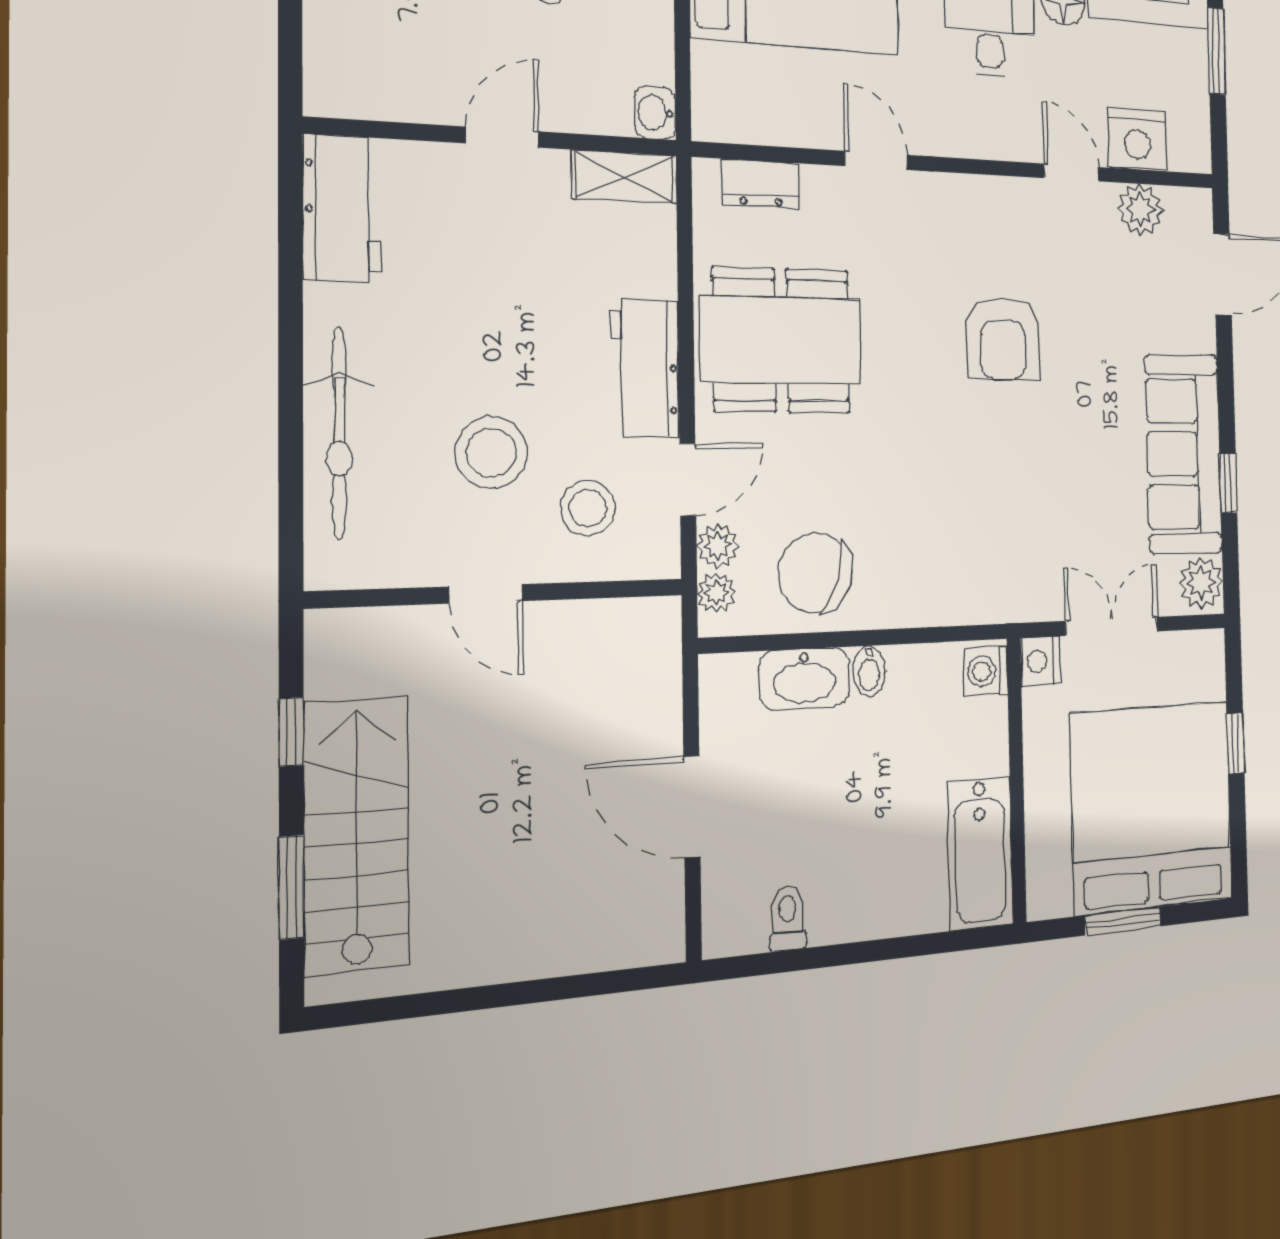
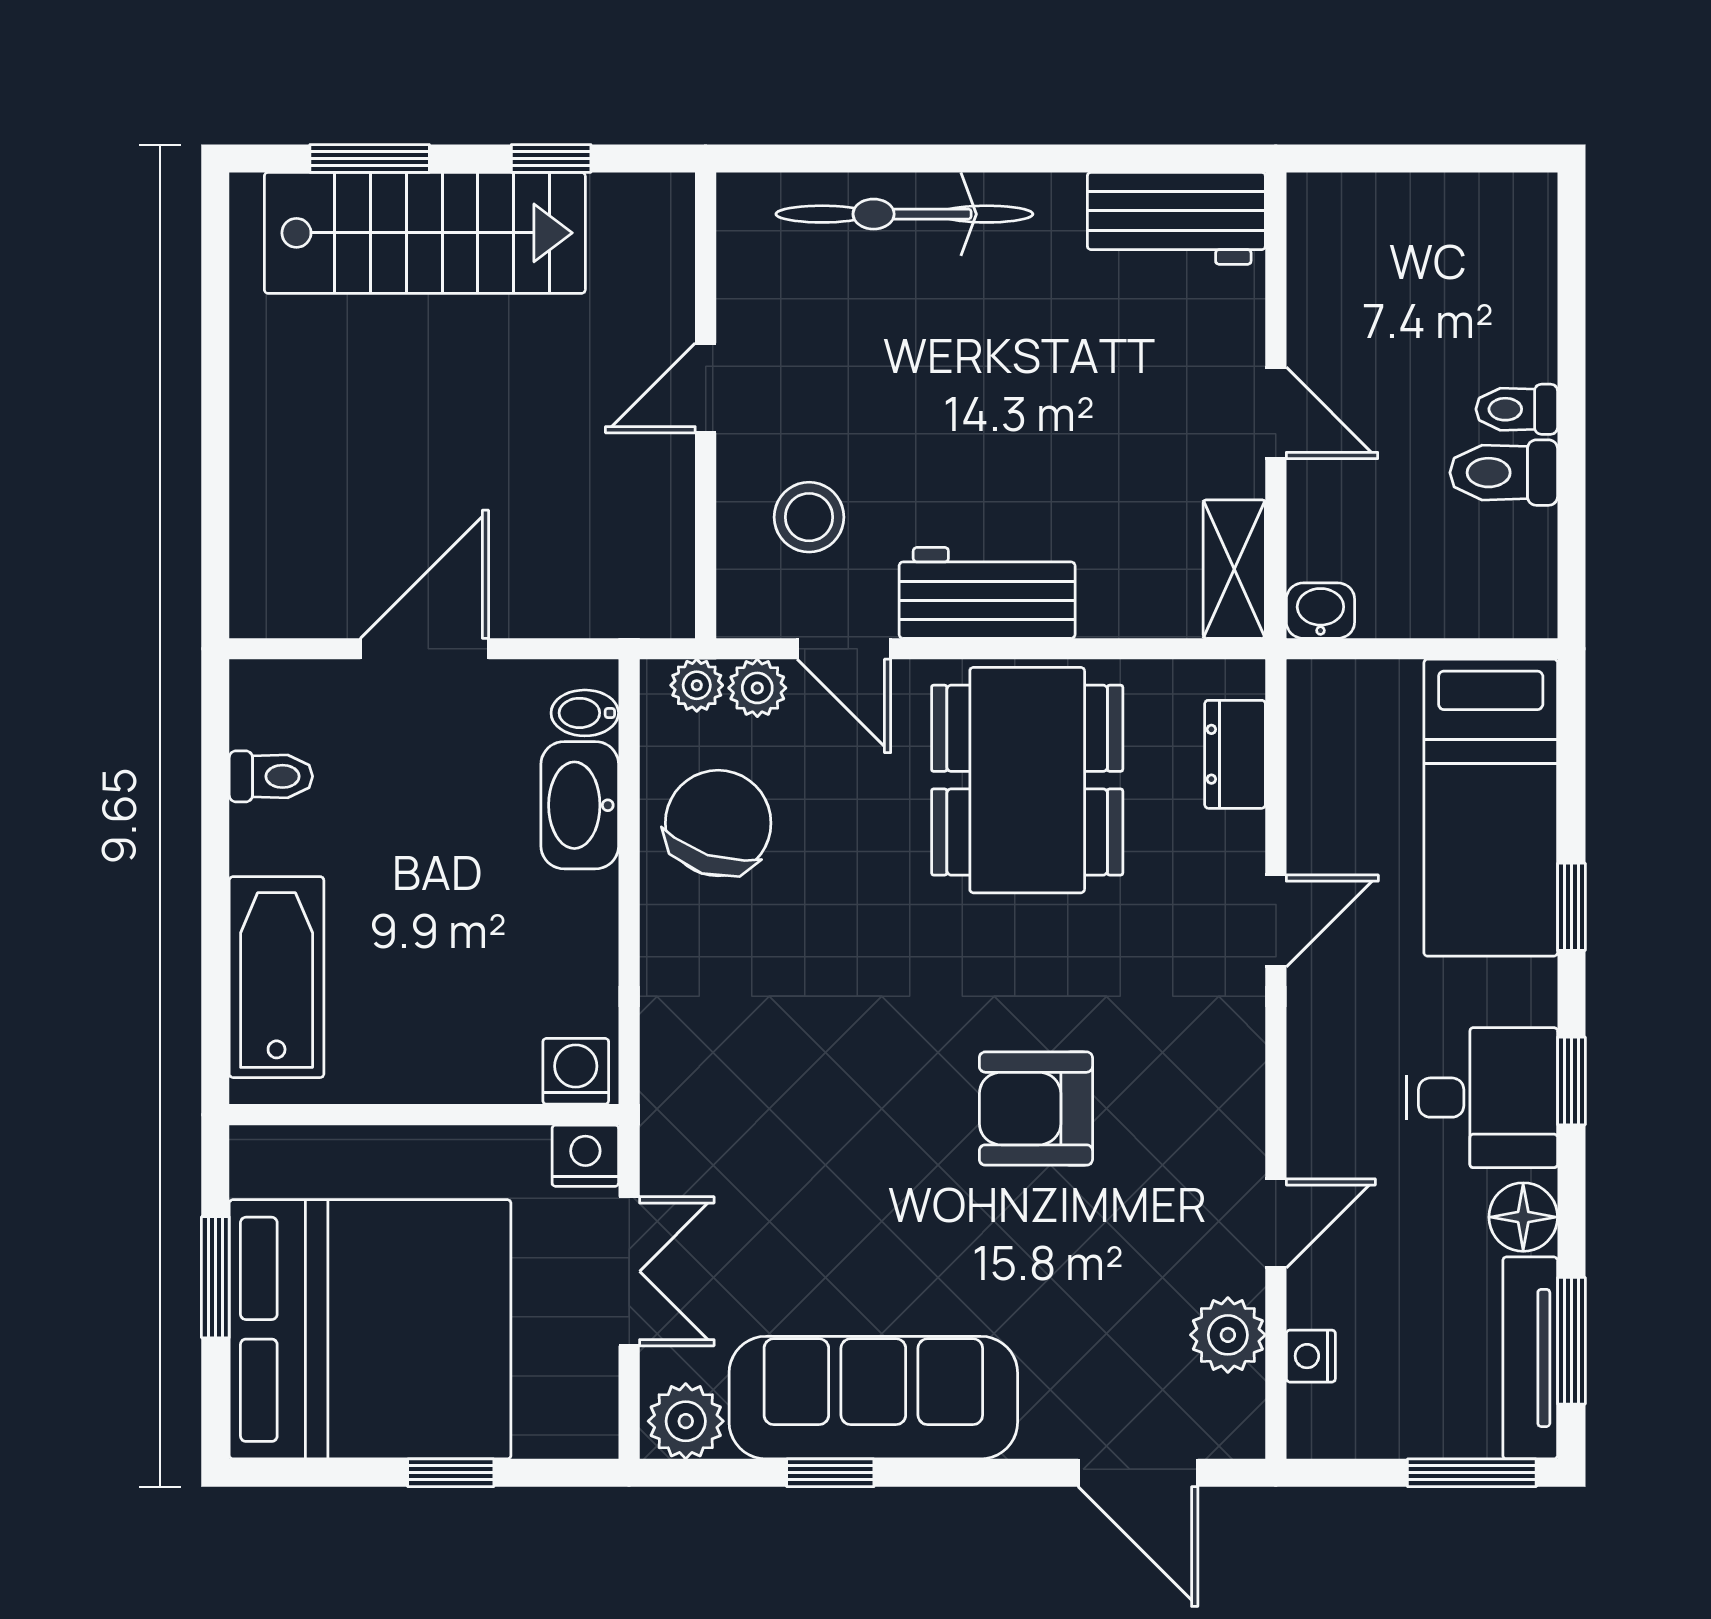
nightstand: (1137, 139) -> (1311, 1356), width x0.53, depth x0.56
stool: (491, 452) -> (880, 396), removed
bidet: (869, 671) -> (585, 713), moved
bathtub: (980, 853) -> (277, 977), moved, turned 90

